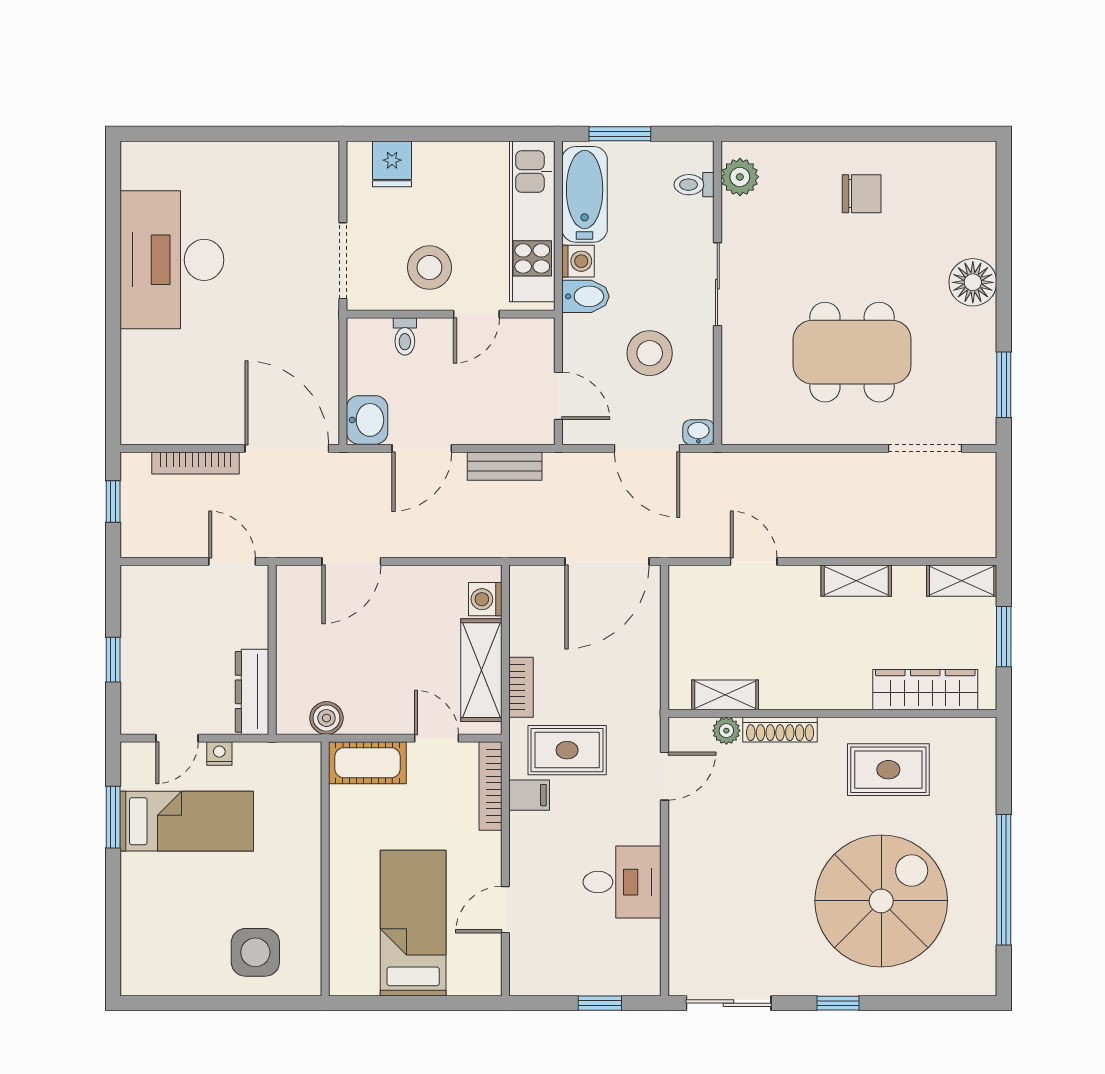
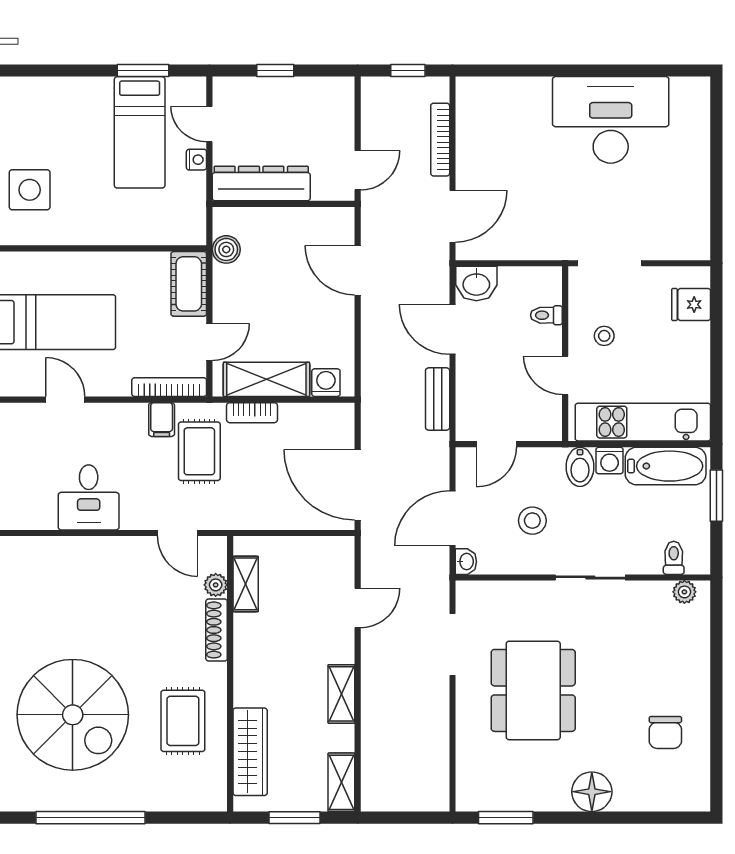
plant: (740, 177) -> (684, 592), width x0.73, depth x0.73
chair: (862, 194) -> (665, 732), moved
stool: (429, 268) -> (604, 336), width x0.53, depth x0.53
stool: (650, 353) -> (532, 521), width x0.73, depth x0.73
door: (287, 448) -> (452, 216), width x0.73
doorway: (925, 448) -> (452, 644), moved
dresser: (252, 692) -> (261, 184), width x1.37, depth x1.24

